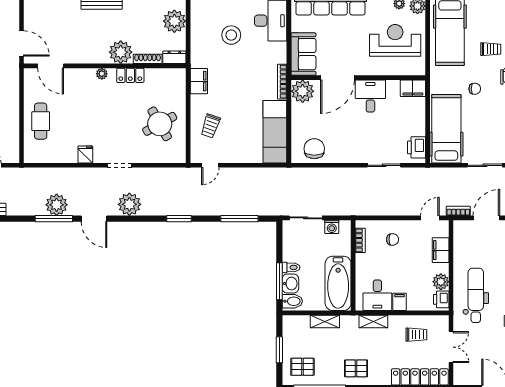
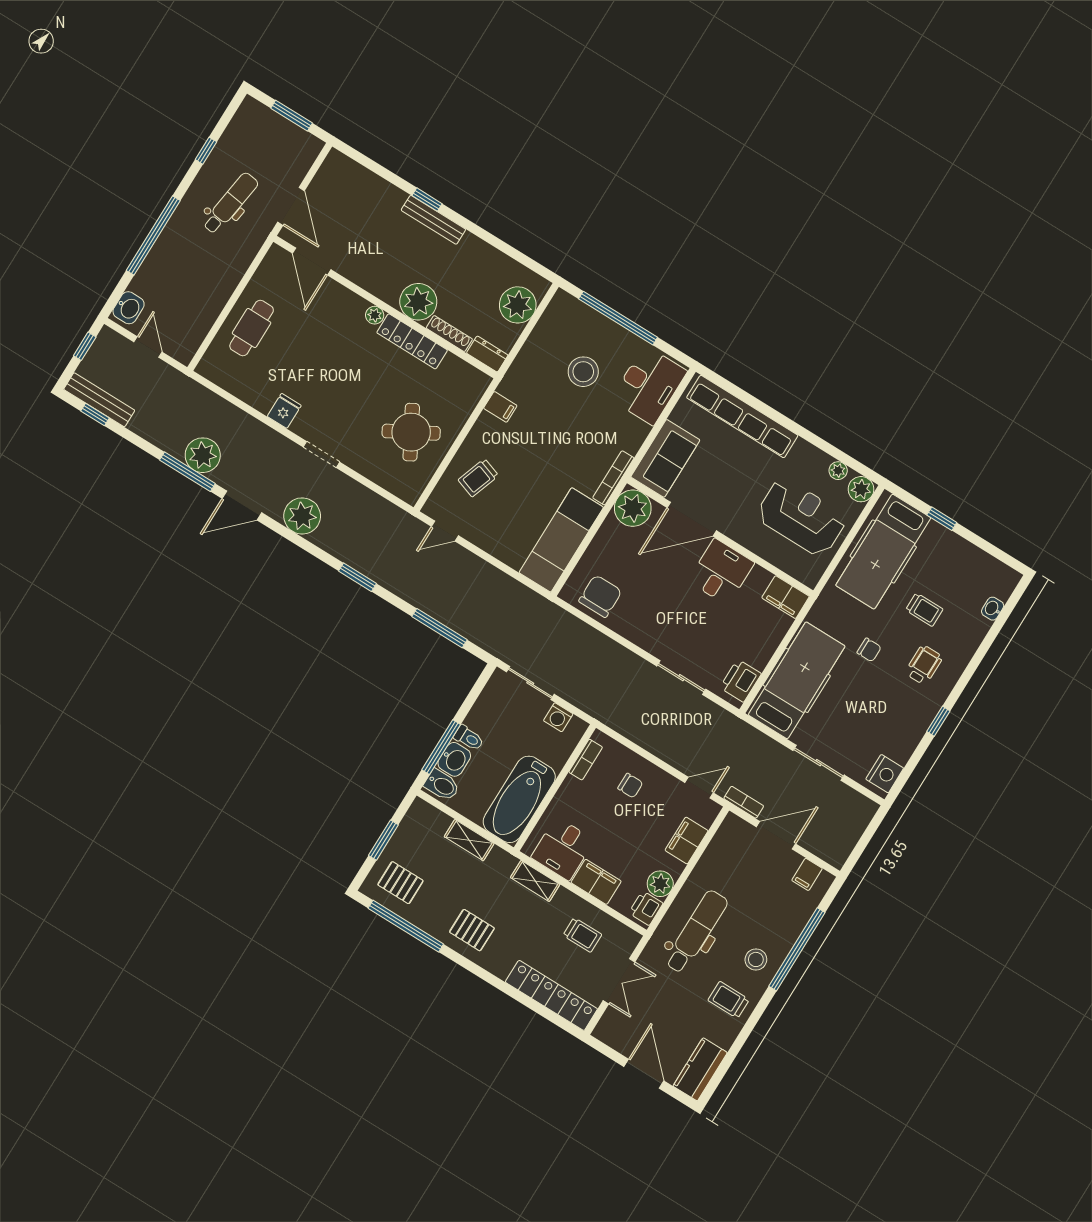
locker: (130, 75) -> (412, 341), width x1.53
filing cabinet: (199, 81) -> (500, 407), width x0.50
door: (94, 219) -> (242, 506), hinge flipped
filing cabinet: (400, 302) -> (596, 882), width x2.00

